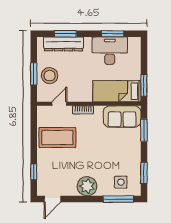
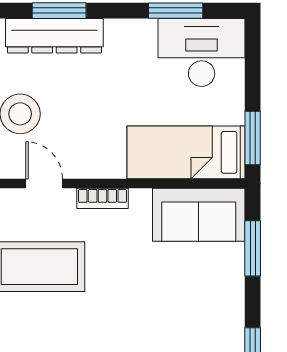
desk: (110, 51) -> (202, 52), moved
door: (59, 104) -> (44, 183), hinge flipped

